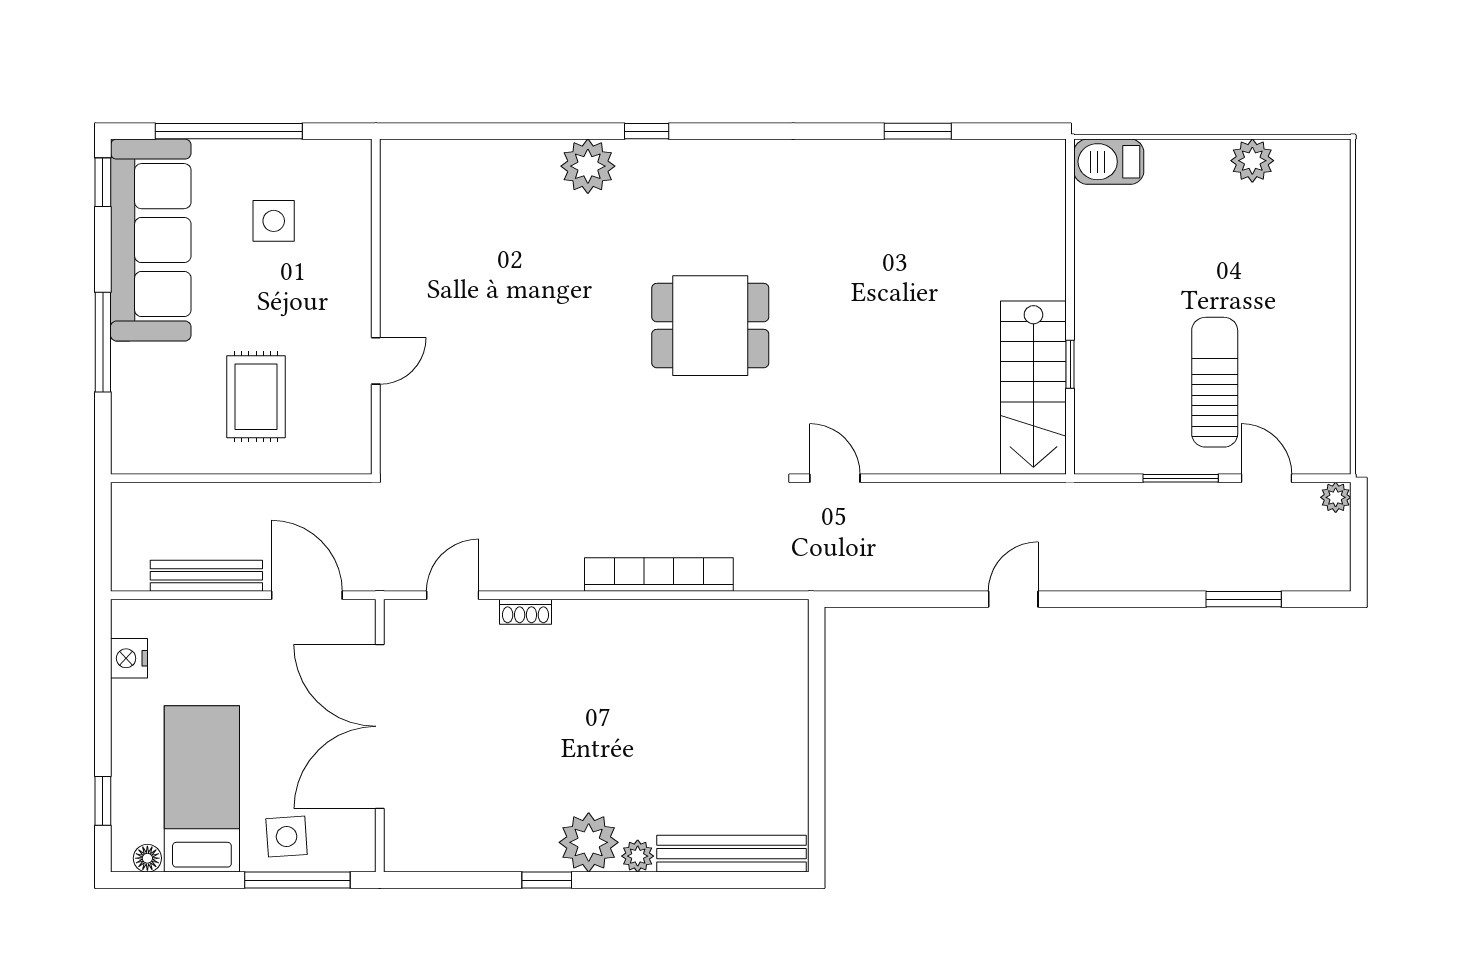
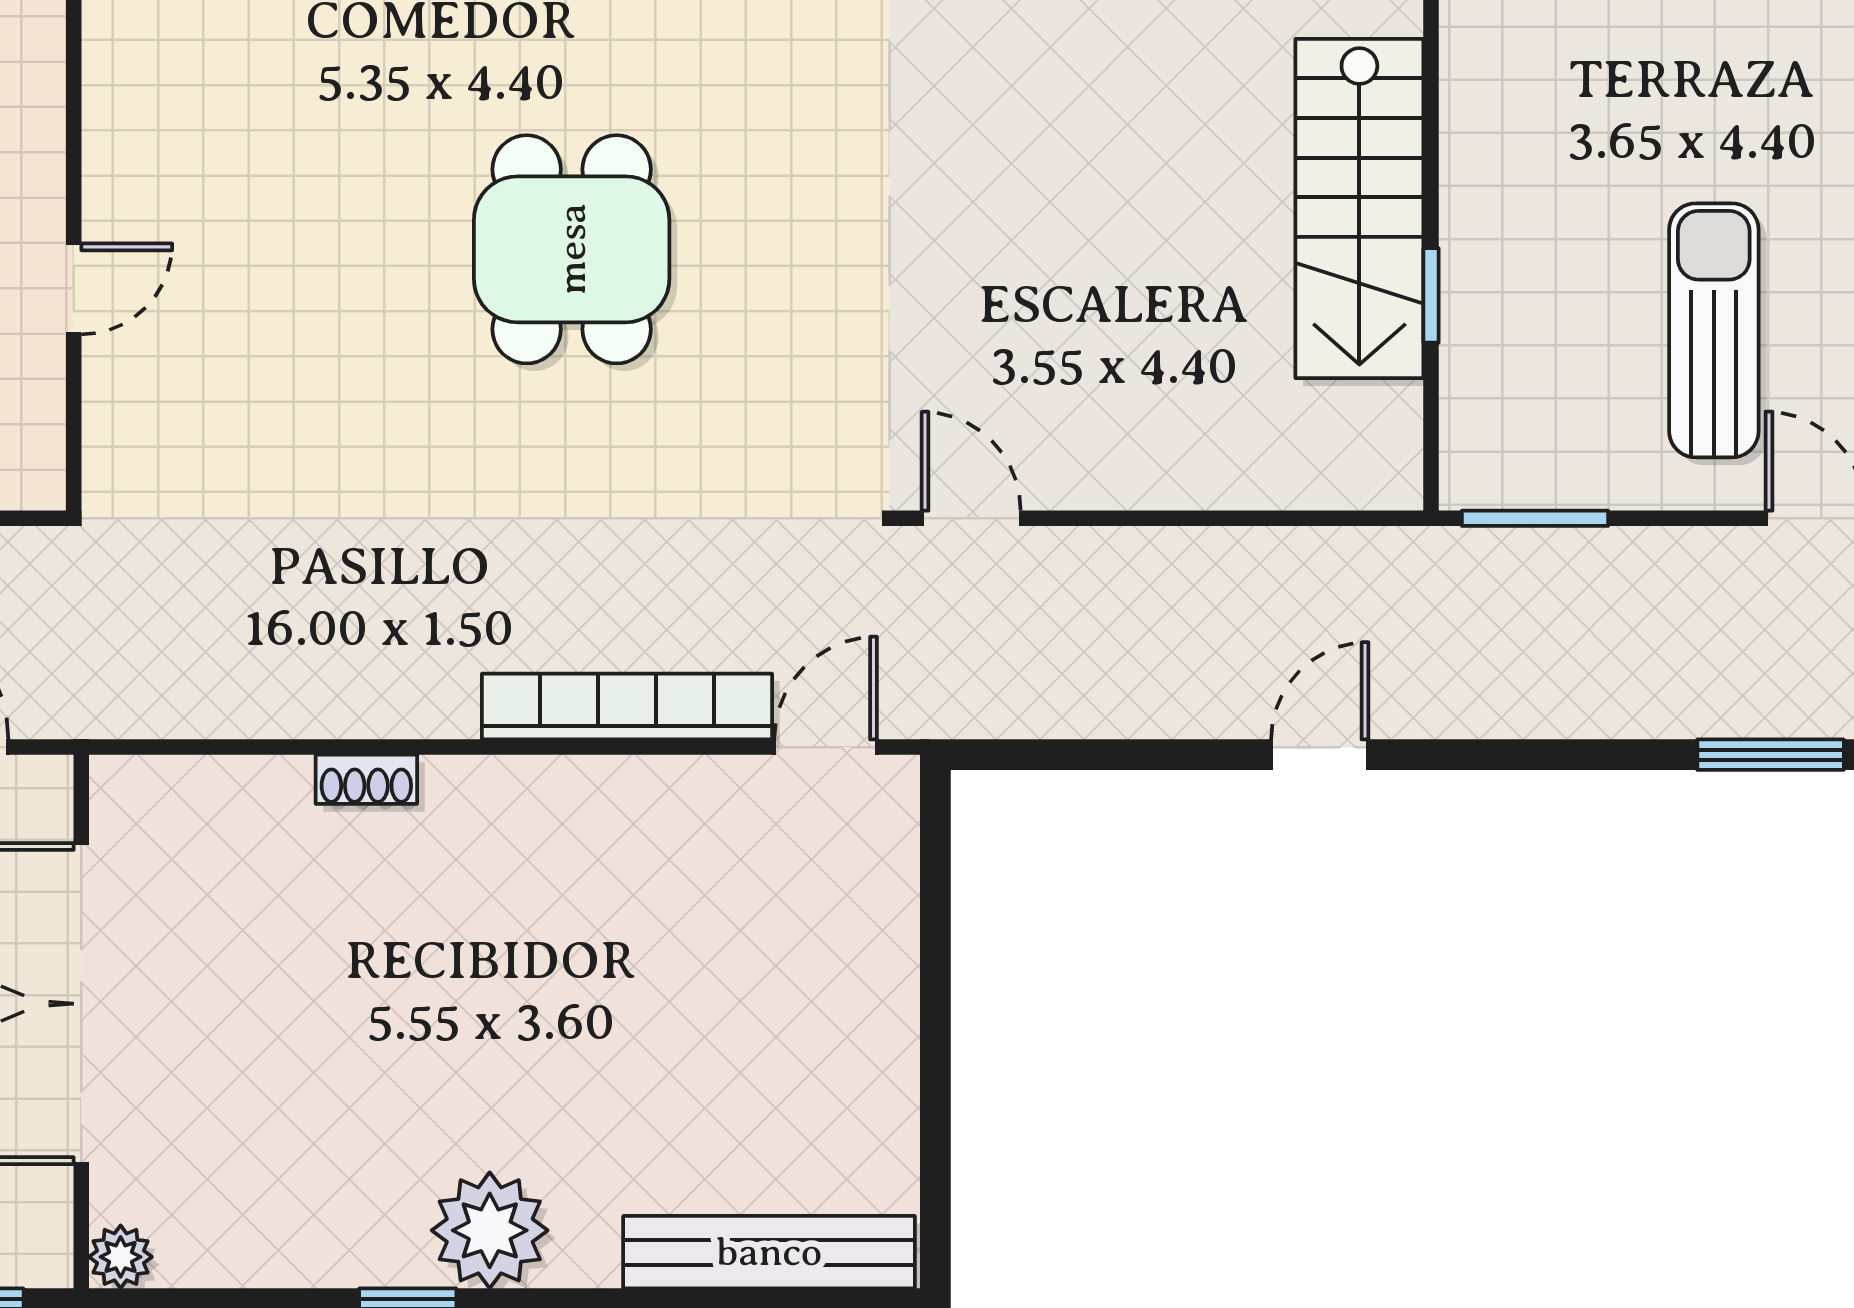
dining table: (710, 326) -> (572, 249), moved, turned 90
stairs: (1033, 388) -> (1359, 209), moved
window: (1181, 478) -> (1535, 518), moved
door: (453, 595) -> (826, 747), moved
plant: (638, 856) -> (121, 1257), moved

